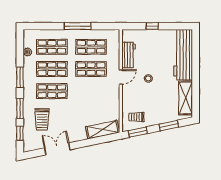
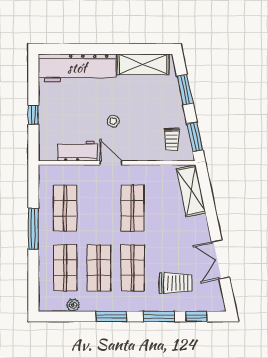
shop shelf: (91, 69) -> (133, 208), moved

